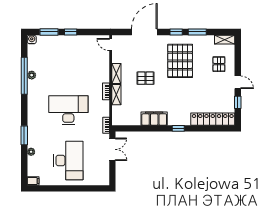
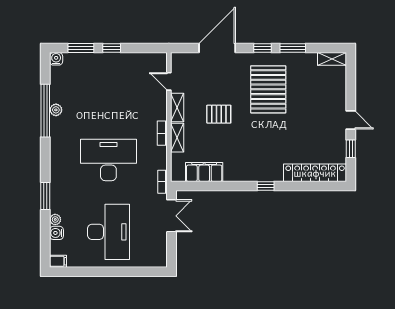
door: (111, 45) -> (169, 81), moved
pallet: (219, 64) -> (324, 94), removed
filing cabinet: (154, 119) -> (204, 172), moved
water cooler: (32, 161) -> (57, 233), added

